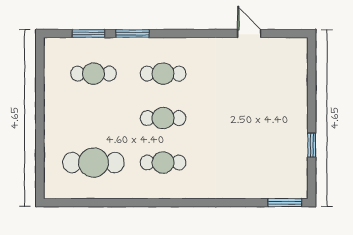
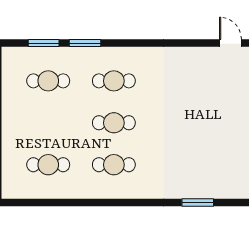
door: (249, 33) -> (230, 43), moved
cafe table: (93, 163) -> (48, 165), width x0.73, depth x0.74
window: (285, 203) -> (198, 202), moved

